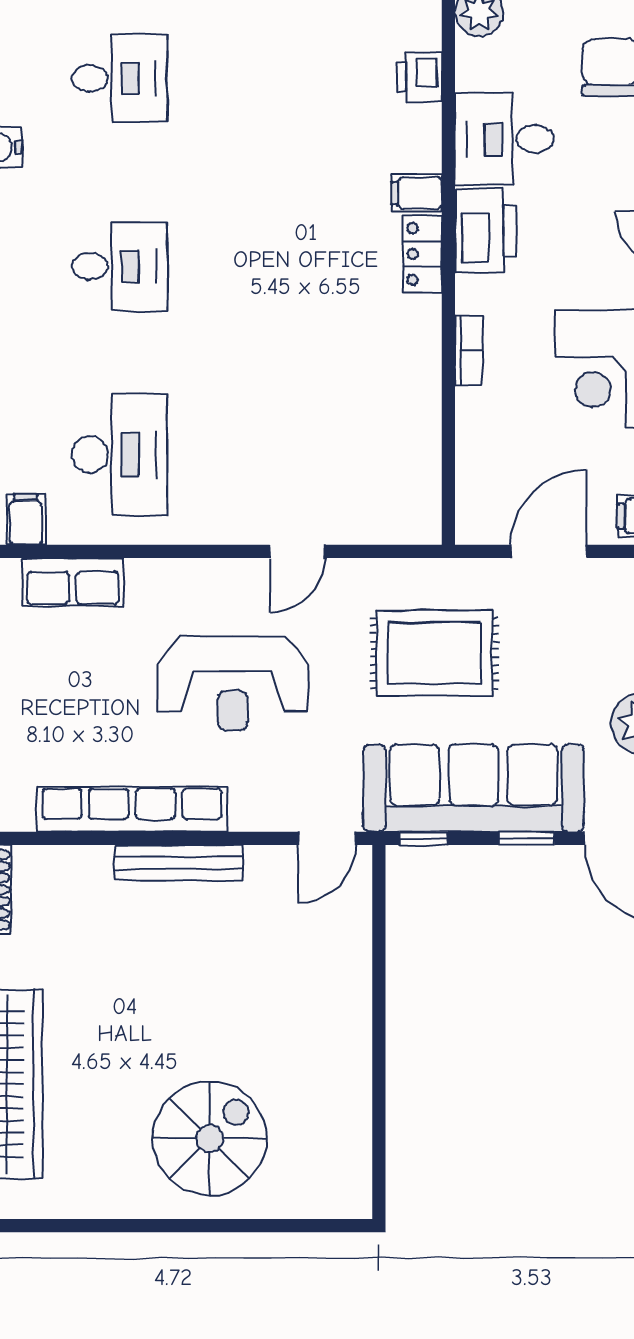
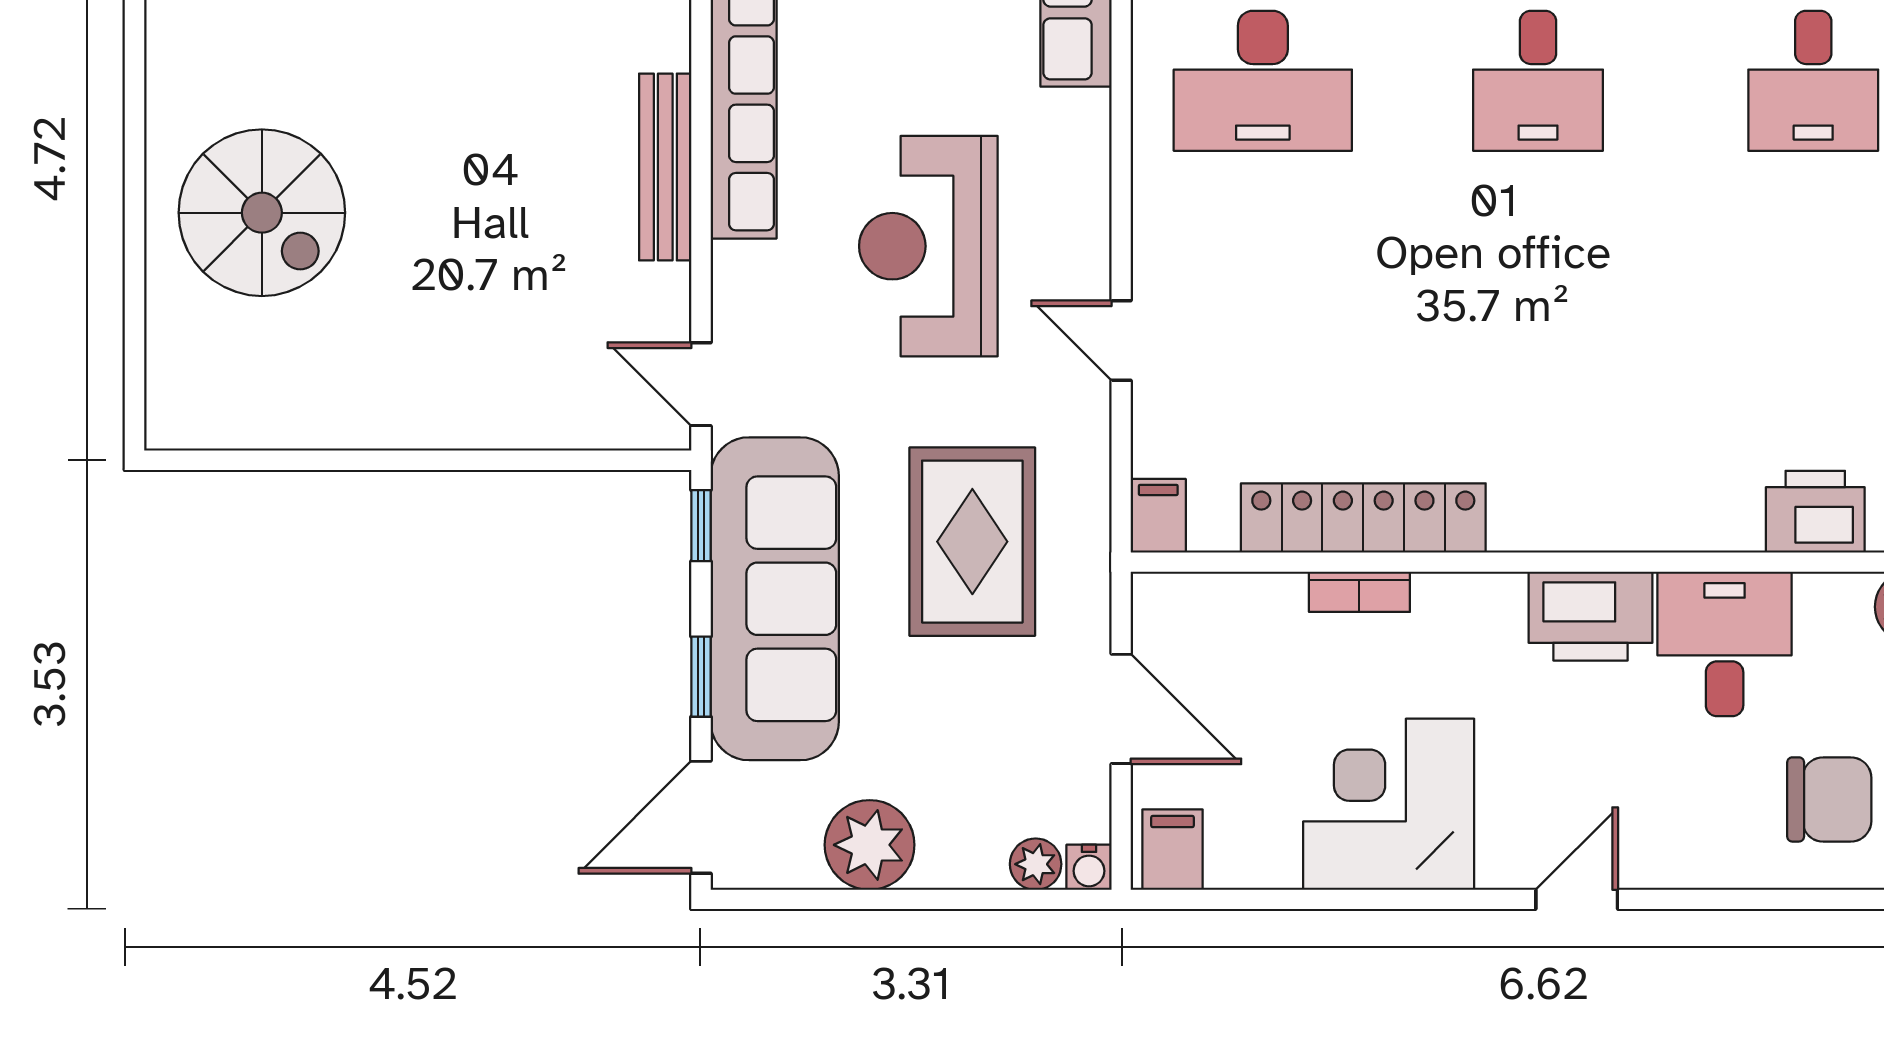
printer: (419, 77) -> (1815, 512), width x1.36, depth x1.24
filing cabinet: (417, 193) -> (1158, 516), moved
locker: (422, 254) -> (1363, 518), moved, width x2.16, depth x1.21
bookcase: (469, 351) -> (1359, 592), moved

